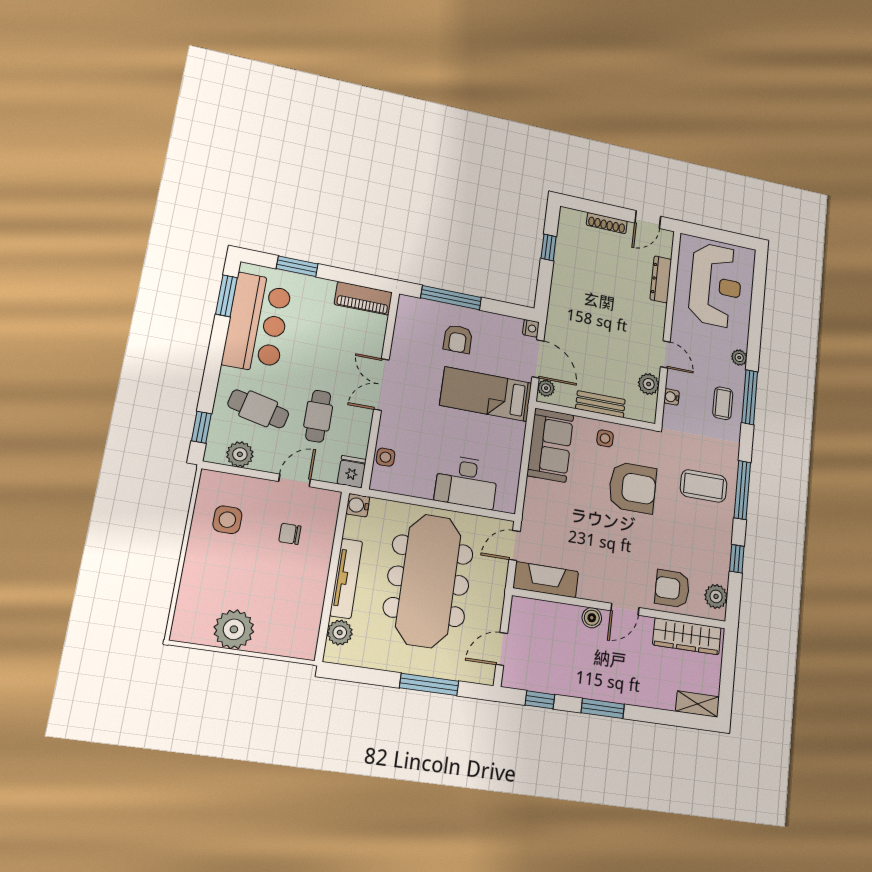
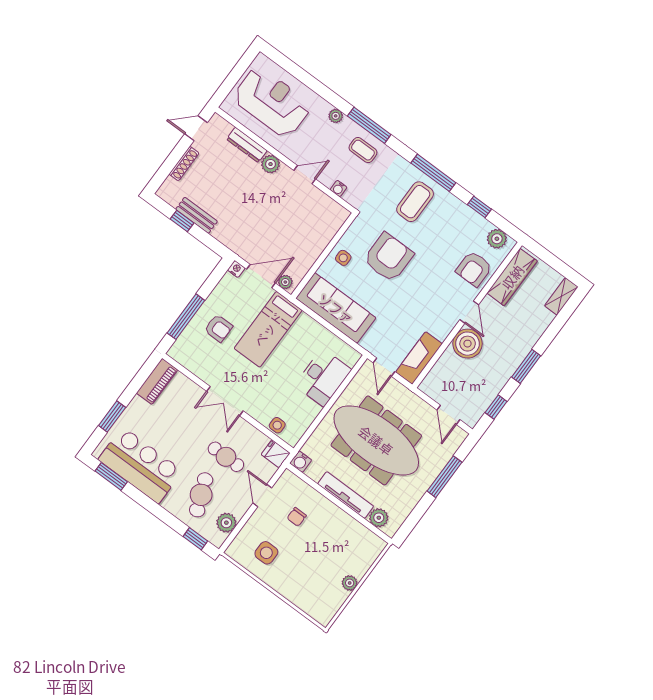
door: (648, 220) -> (196, 128), swing flipped
plant: (649, 384) -> (271, 164), moved
bench: (600, 404) -> (197, 215), moved, turned 90
cafe table: (258, 409) -> (201, 495), turned -35
sofa: (550, 445) -> (336, 308), width x1.36
boiler: (592, 618) -> (468, 344), width x1.86, depth x1.86
plant: (234, 629) -> (350, 583), width x0.53, depth x0.53

